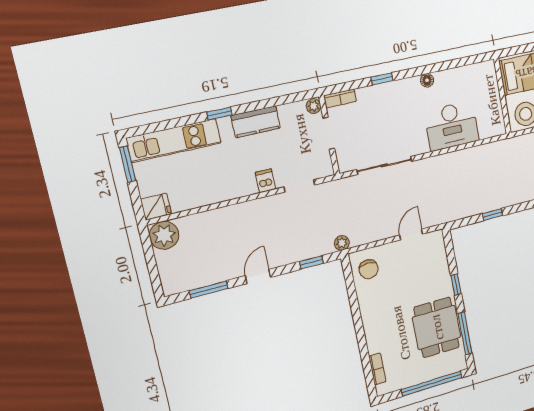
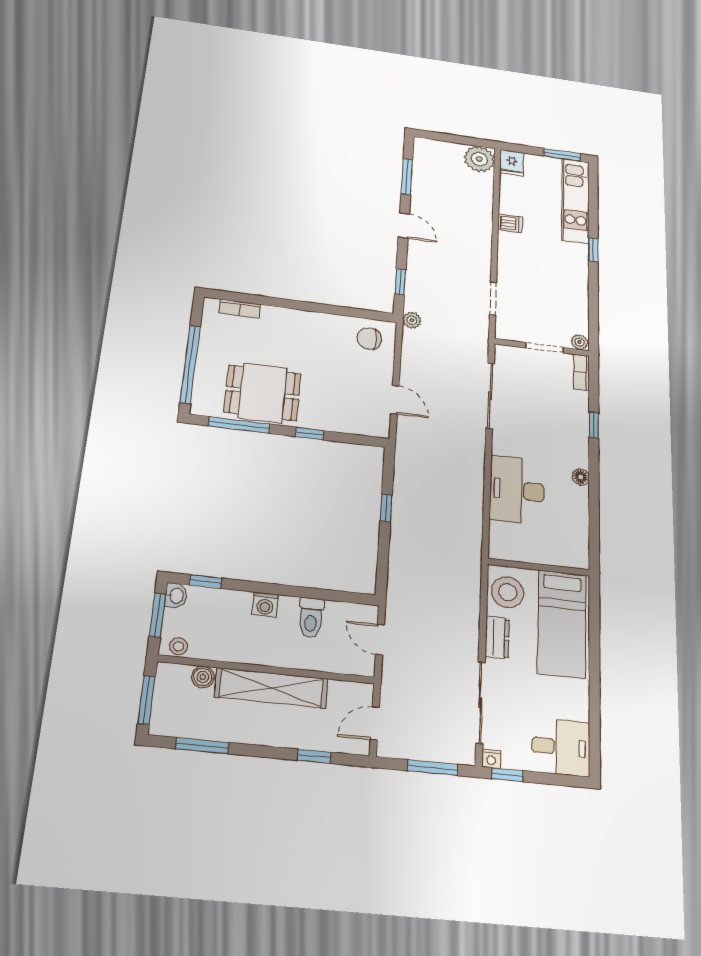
kitchen counter: (256, 122) -> (576, 280), removed
dishwasher: (265, 181) -> (510, 223), moved

